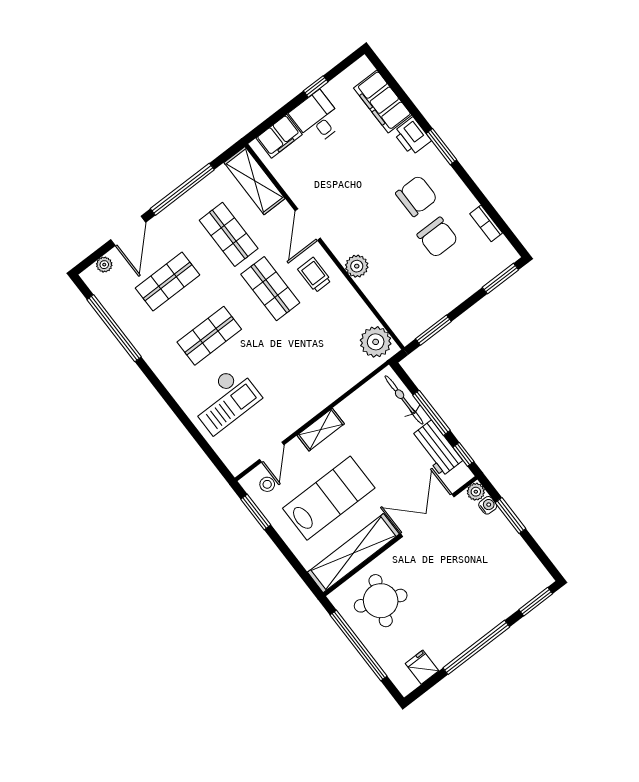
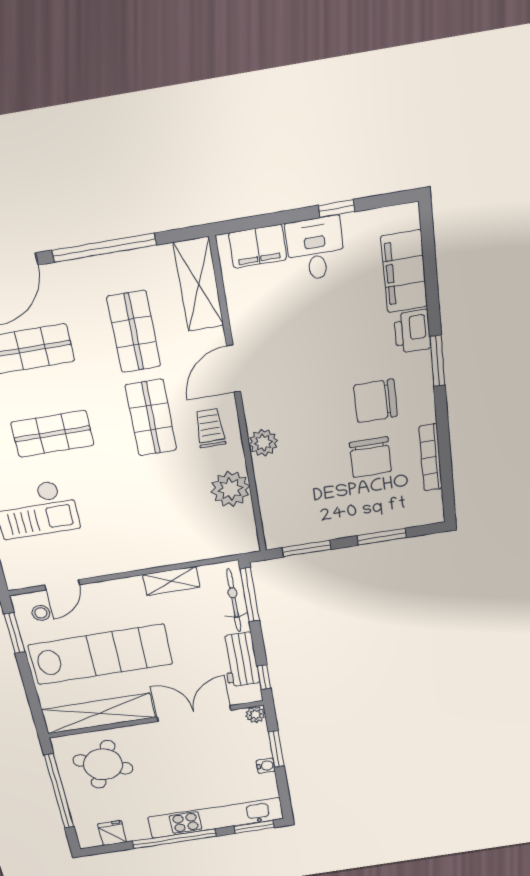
chair: (416, 196) -> (376, 401), turned 180
bookcase: (486, 223) -> (431, 458), width x1.56
window: (500, 279) -> (382, 537), moved
plant: (376, 342) -> (230, 489), moved
window: (431, 413) -> (250, 595), moved
shelving: (321, 430) -> (171, 581), moved
lab bench: (329, 498) -> (101, 654), width x1.36
water cooler: (488, 505) -> (266, 766), moved
kitchen unit: (499, 608) -> (216, 818), added

